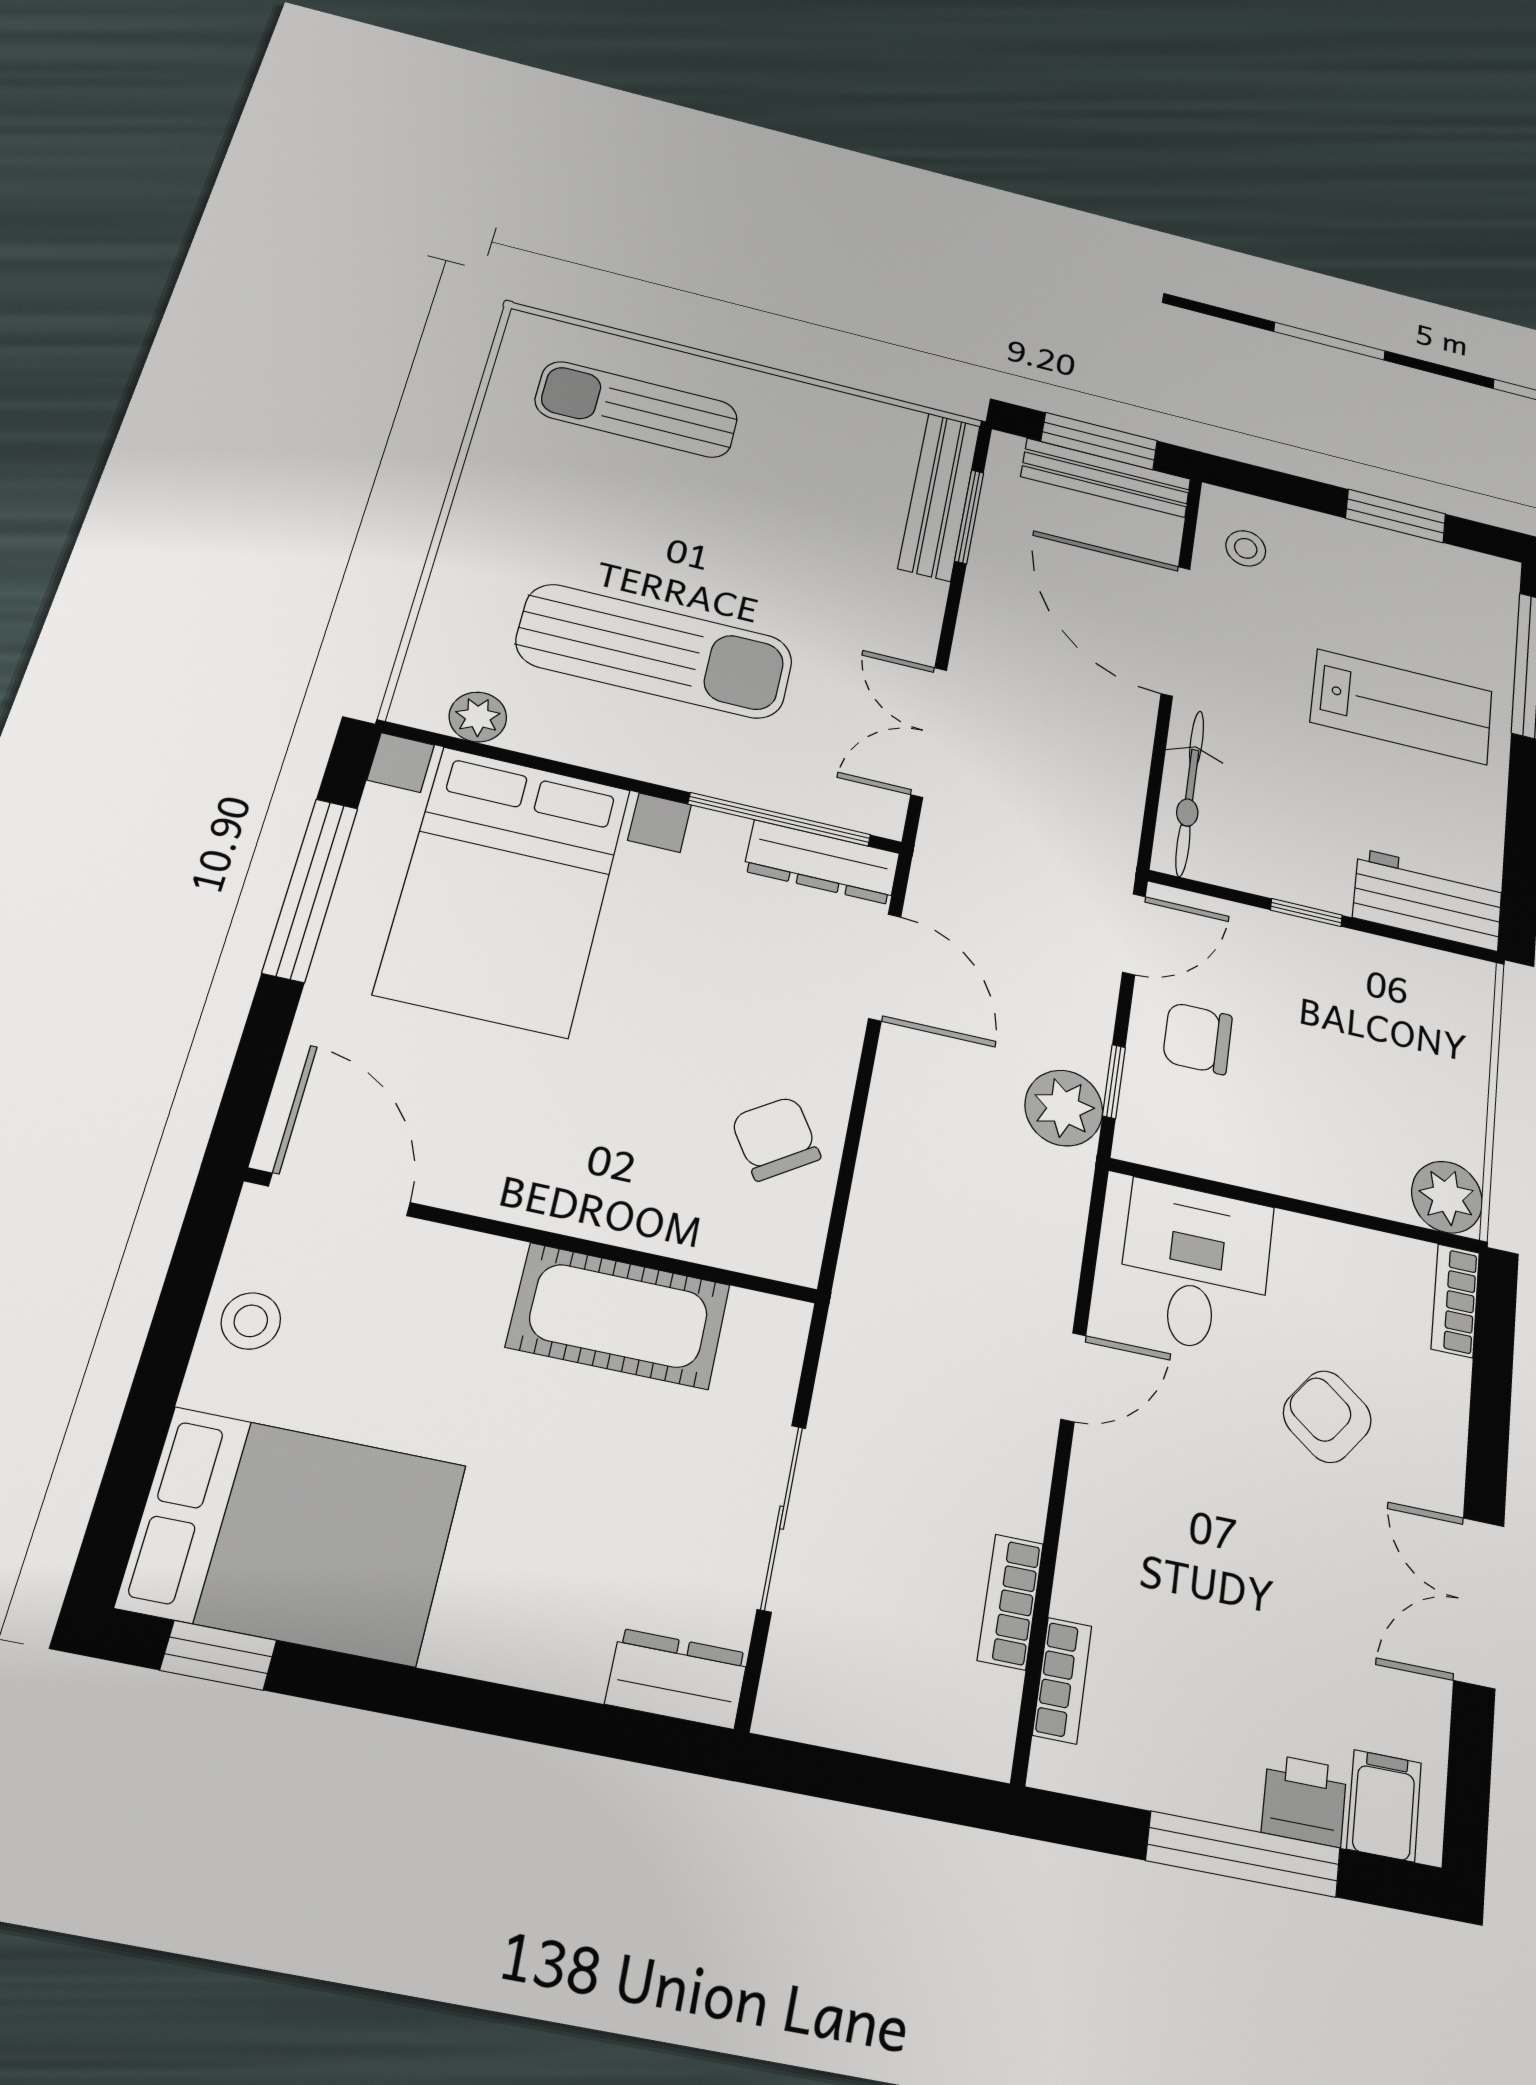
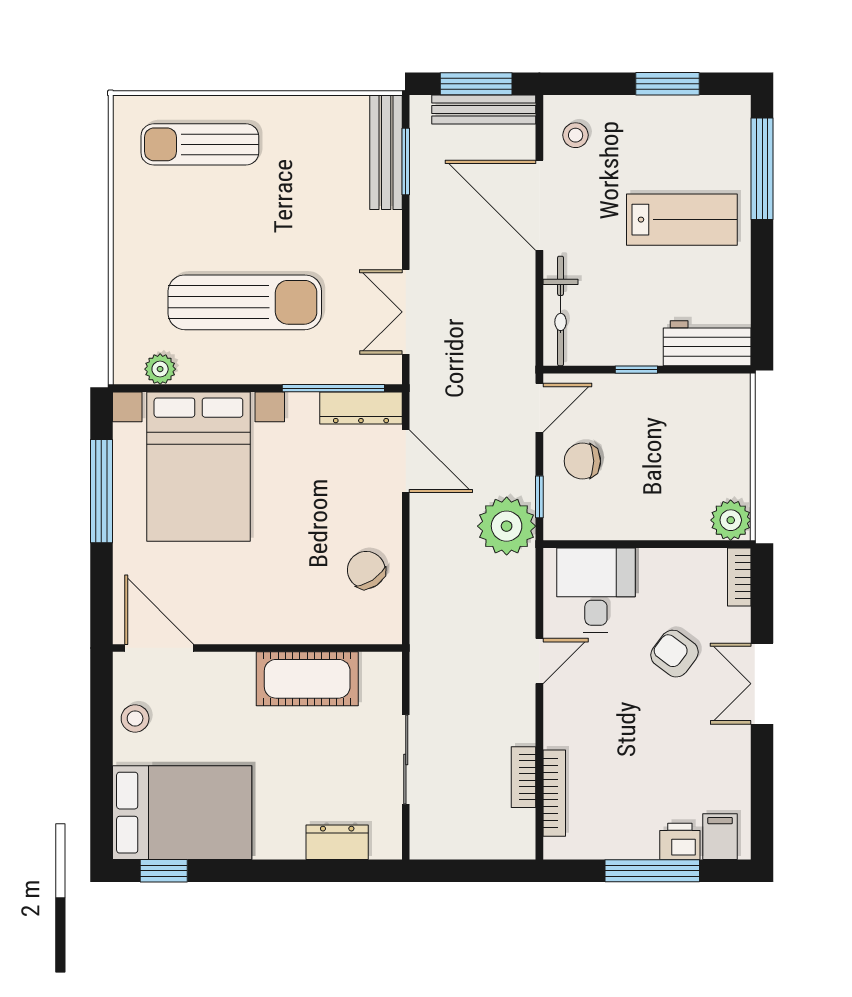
plant: (1064, 1108) -> (507, 526), width x1.36, depth x1.36
double door: (1479, 1602) -> (762, 684), moved
dresser: (677, 1679) -> (337, 842), moved
bookcase: (1062, 1680) -> (554, 793), width x1.56

